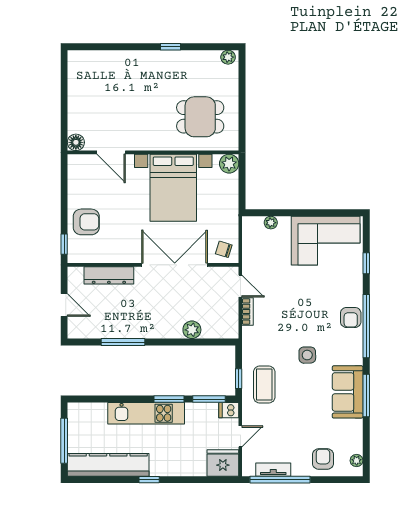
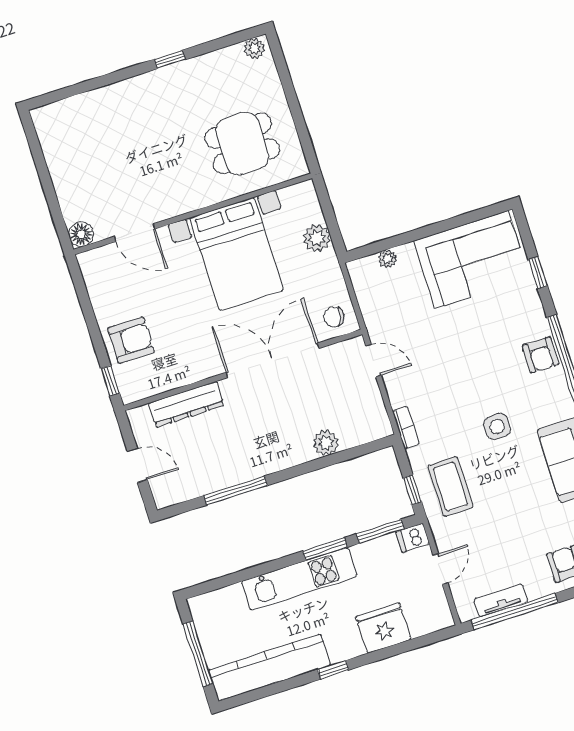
plant: (229, 164) -> (317, 238), moved
bookcase: (247, 312) -> (406, 428), moved
fridge: (223, 463) -> (383, 628), moved

